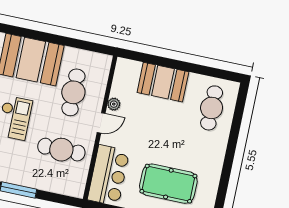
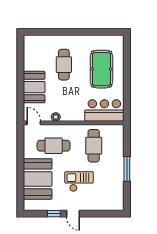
cafe table: (212, 108) -> (64, 65), moved, turned 90
door: (101, 123) -> (34, 123), moved

